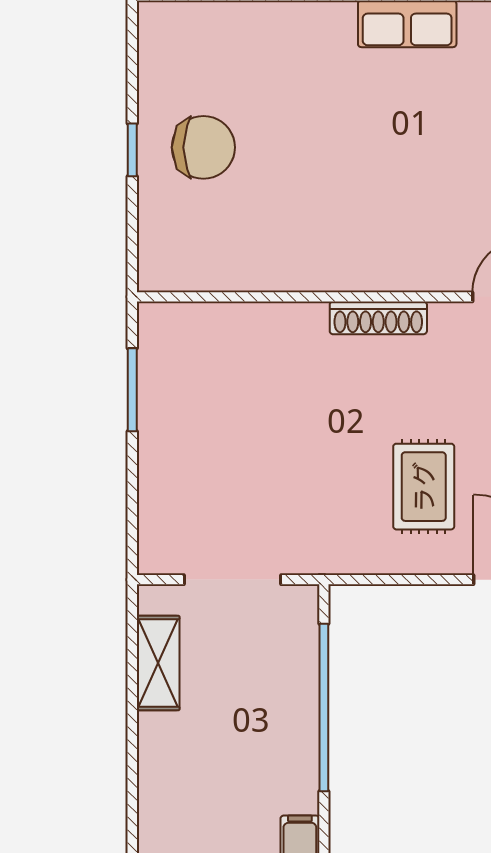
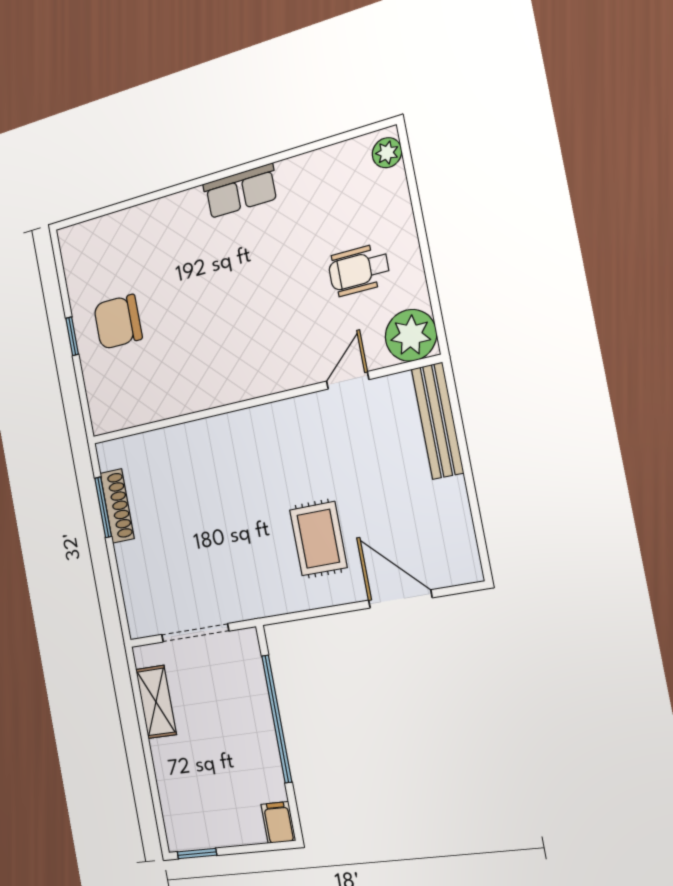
chair: (203, 147) -> (118, 322), turned 180
shoe rack: (378, 318) -> (117, 506), moved, turned -90

